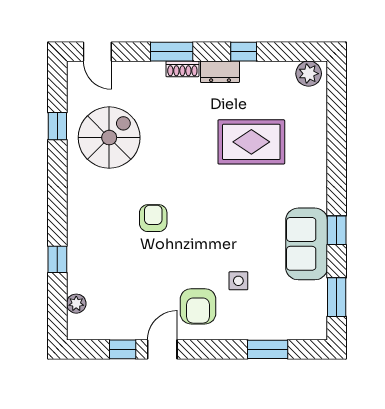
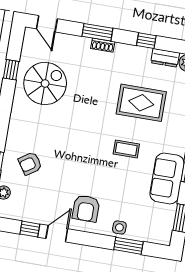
dresser: (220, 72) -> (165, 58), moved
coffee table: (241, 212) -> (126, 149), added
armchair: (153, 218) -> (30, 164), moved, turned -124
side table: (238, 281) -> (119, 227), moved

